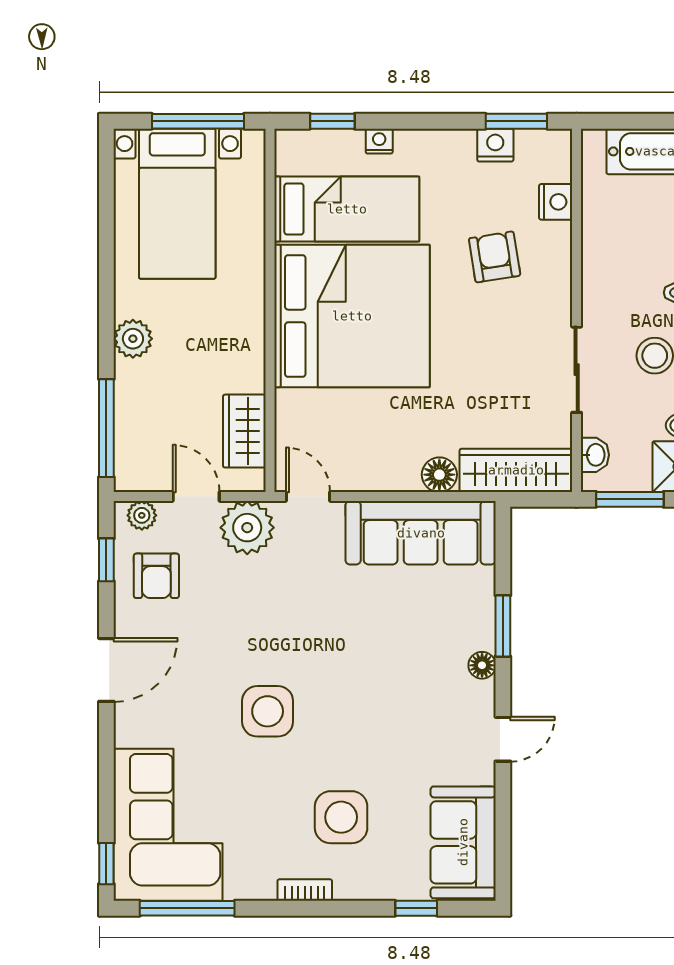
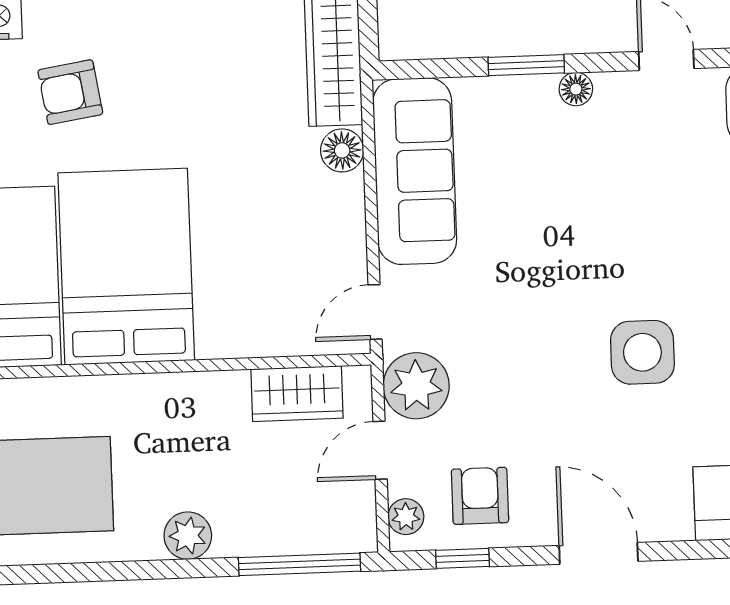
bed: (352, 316) -> (126, 267), width x0.73
armchair: (156, 576) -> (480, 496), turned -90

